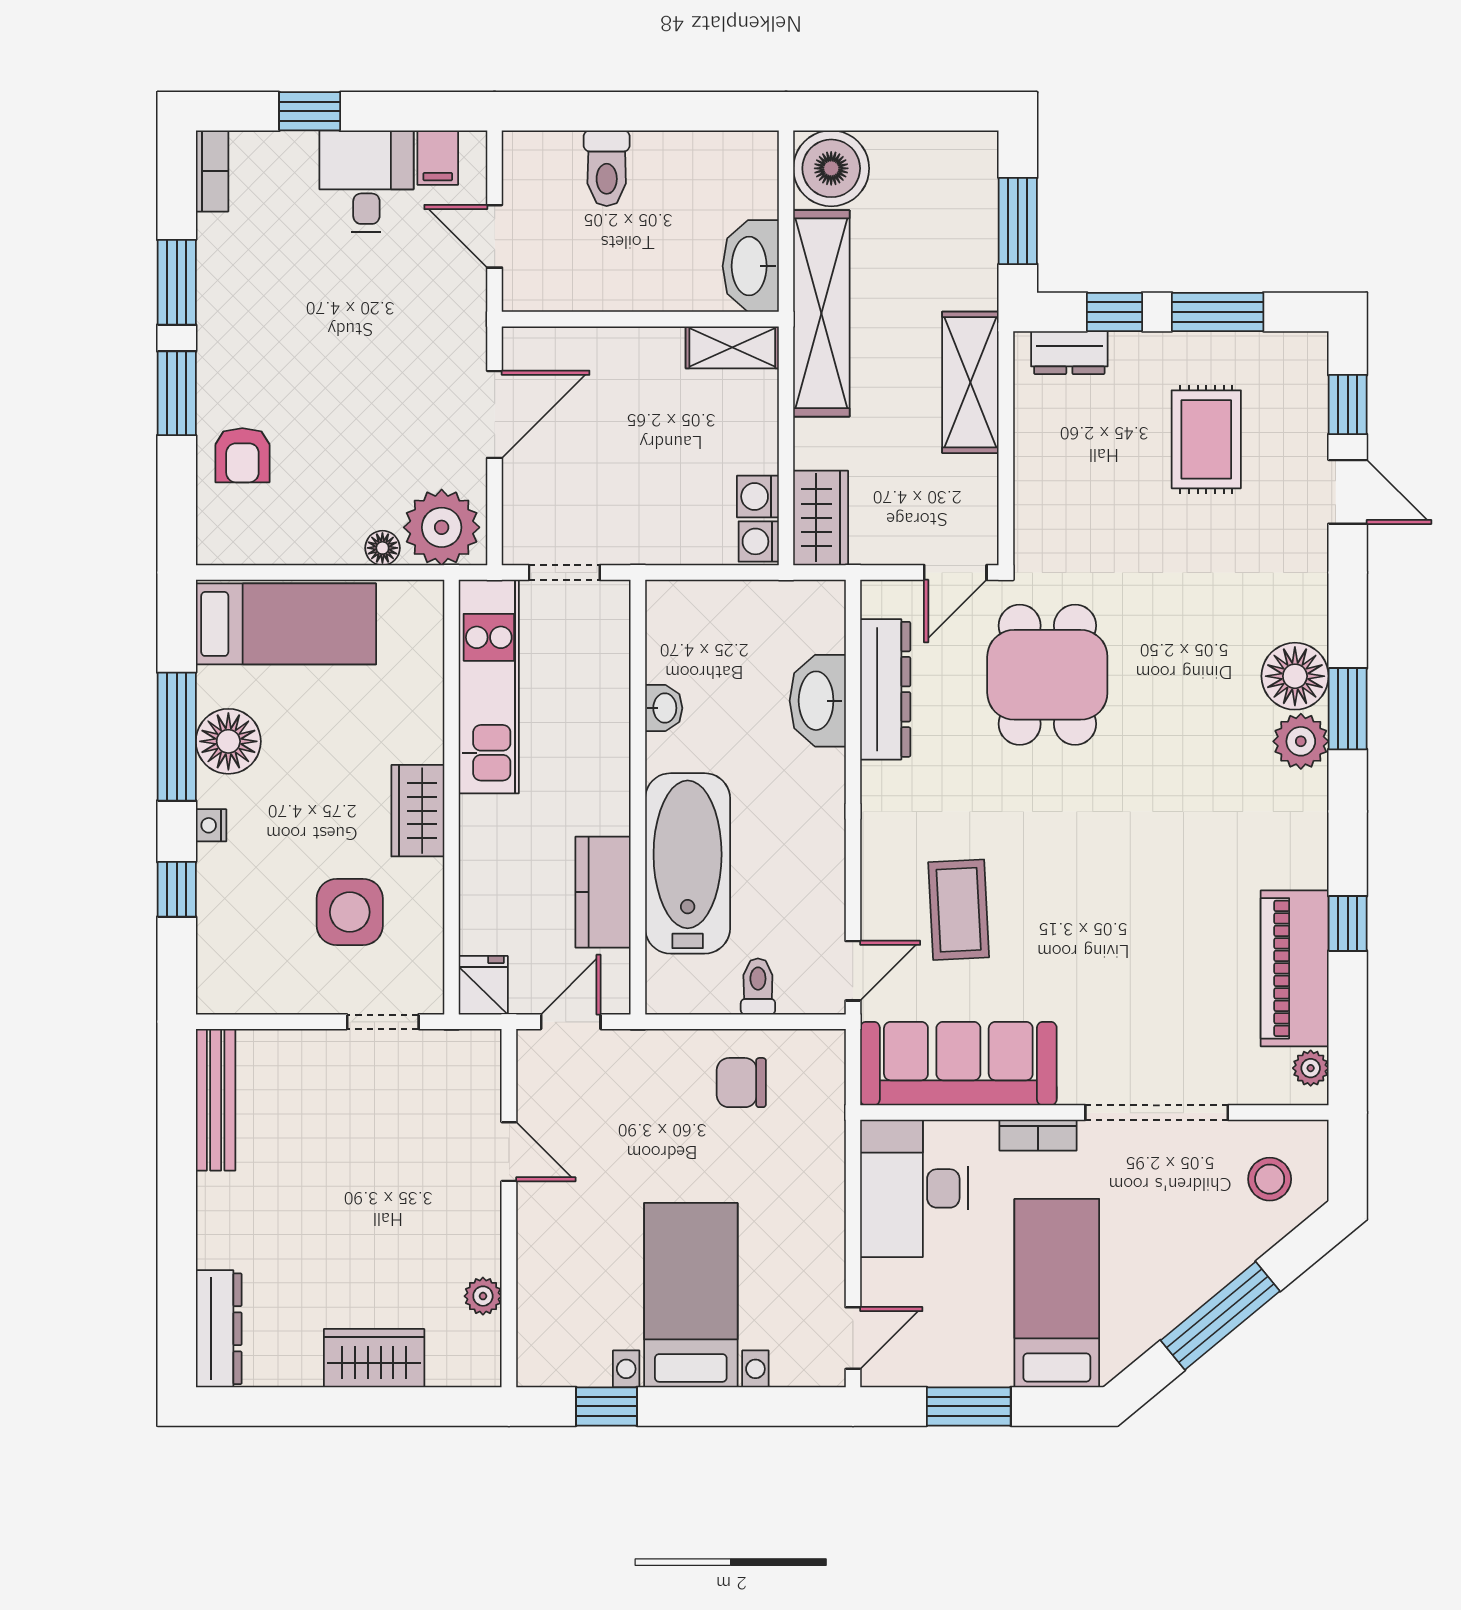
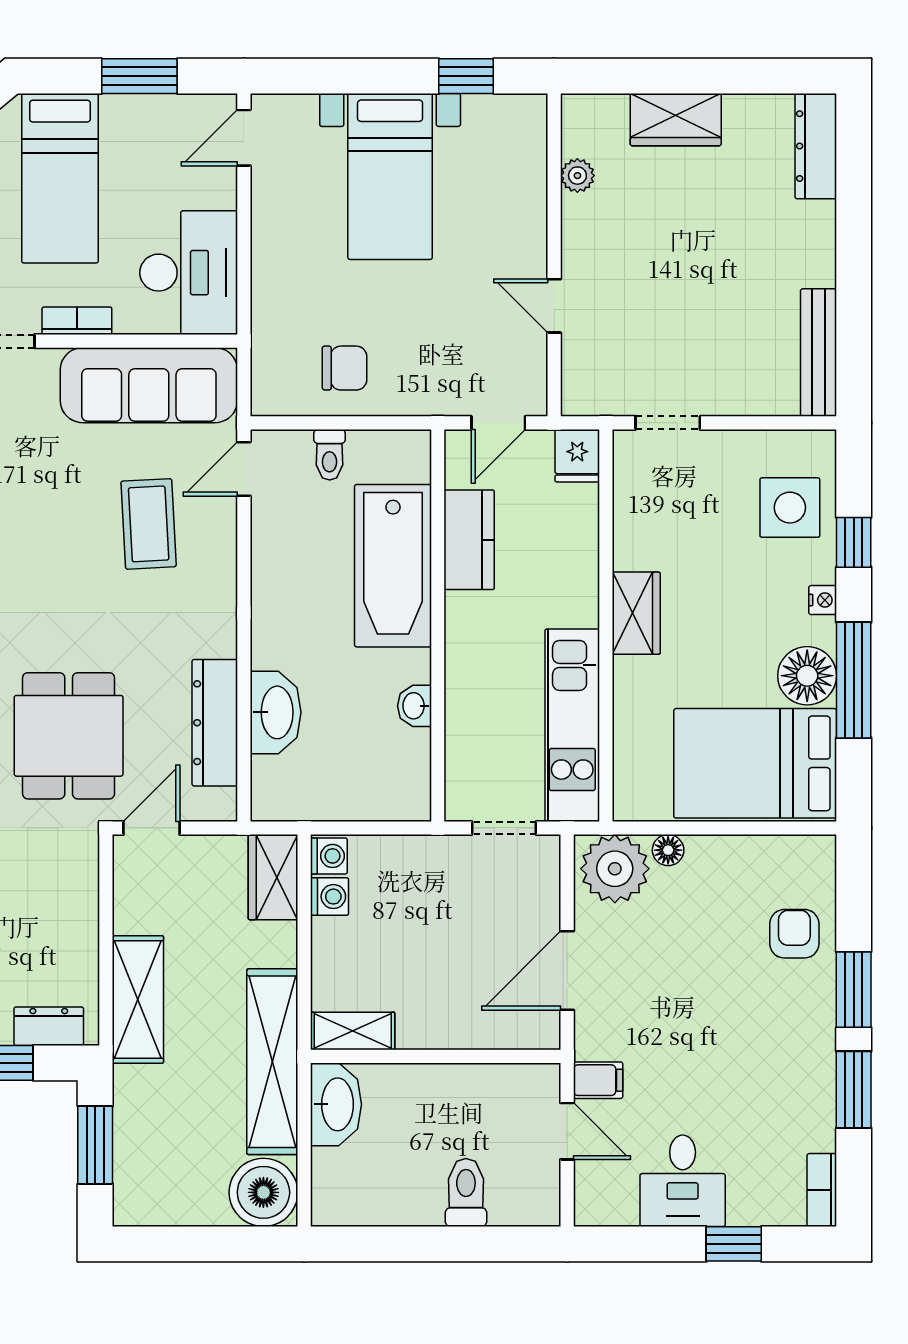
filing cabinet: (438, 158) -> (598, 1080), moved, turned 90
bed: (286, 624) -> (755, 763), width x1.50
side table: (350, 912) -> (790, 508), moved

